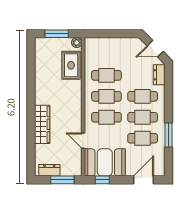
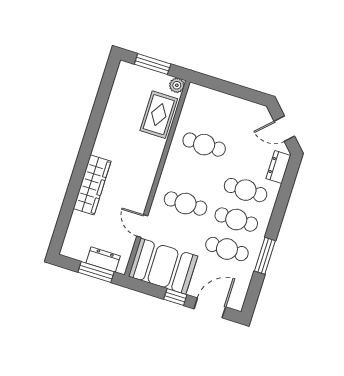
cafe table: (106, 96) -> (195, 174), removed
dresser: (49, 170) -> (103, 259), moved
window: (102, 180) -> (175, 297), moved

